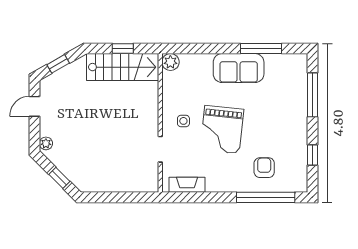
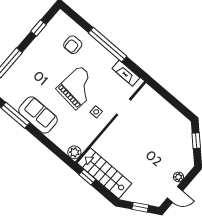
window: (123, 49) -> (87, 177), moved
plant: (46, 143) -> (178, 177), moved
window: (266, 197) -> (107, 45), moved

